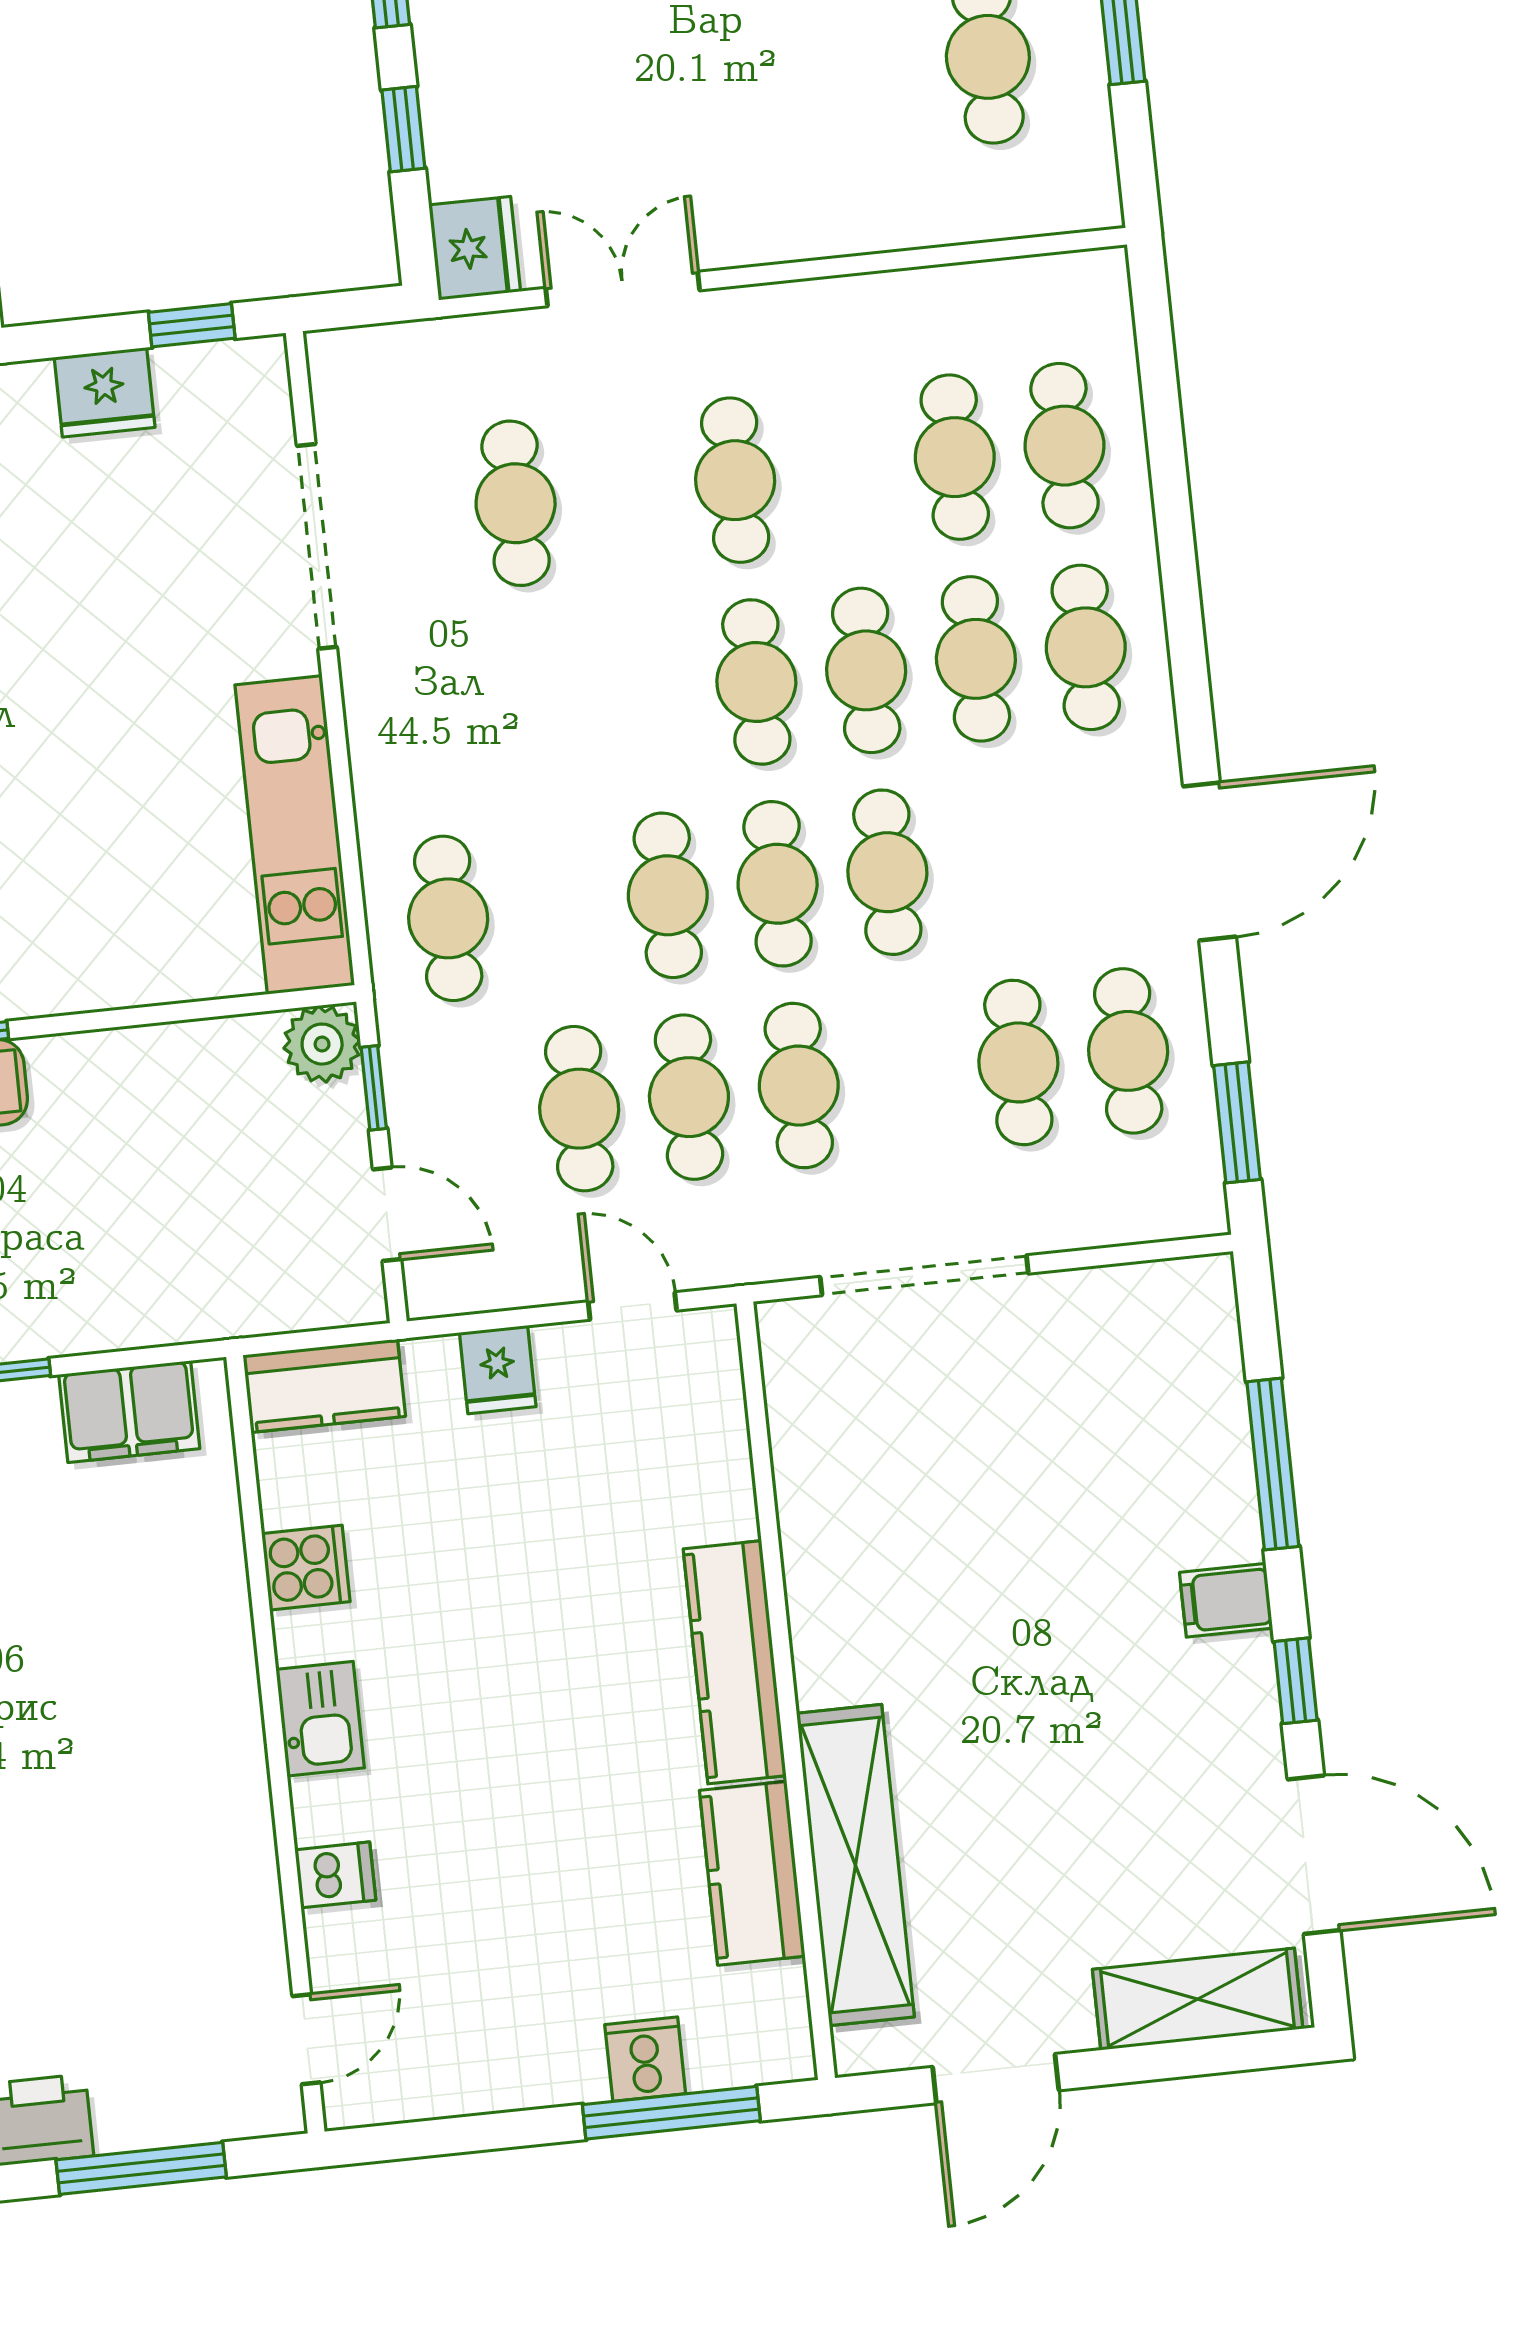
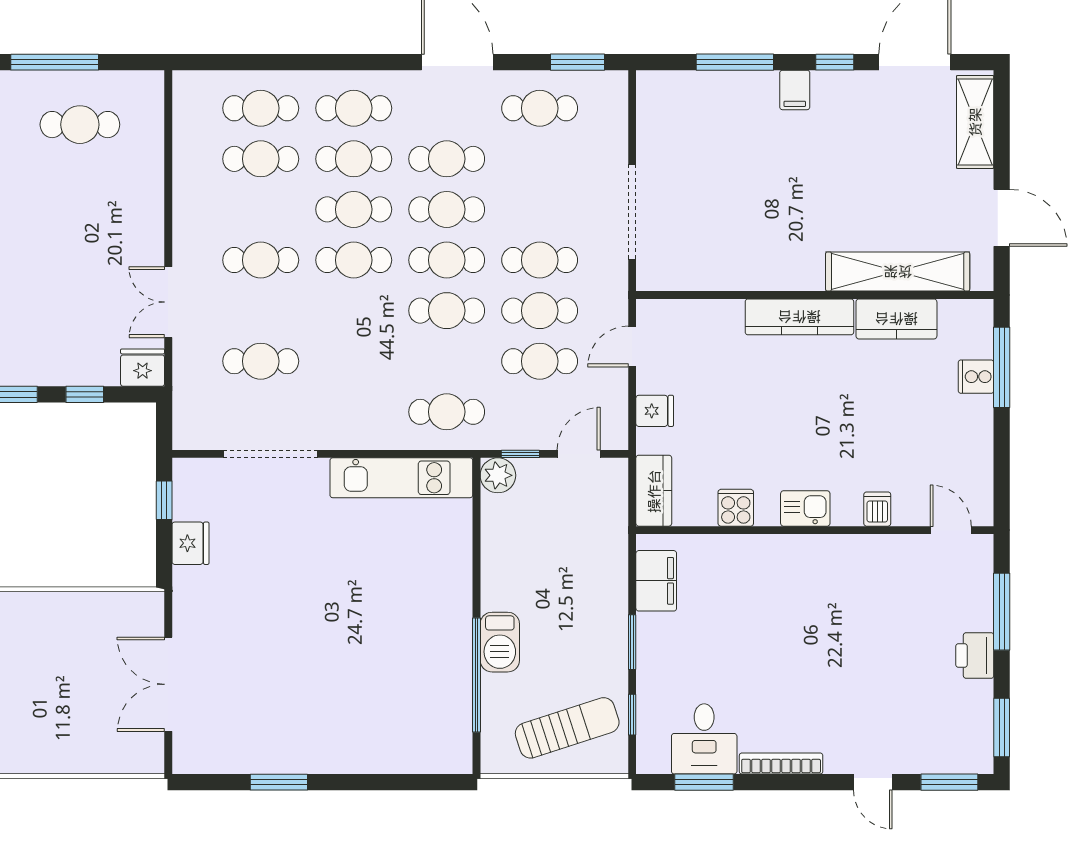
cafe table: (1018, 1062) -> (447, 159), moved

